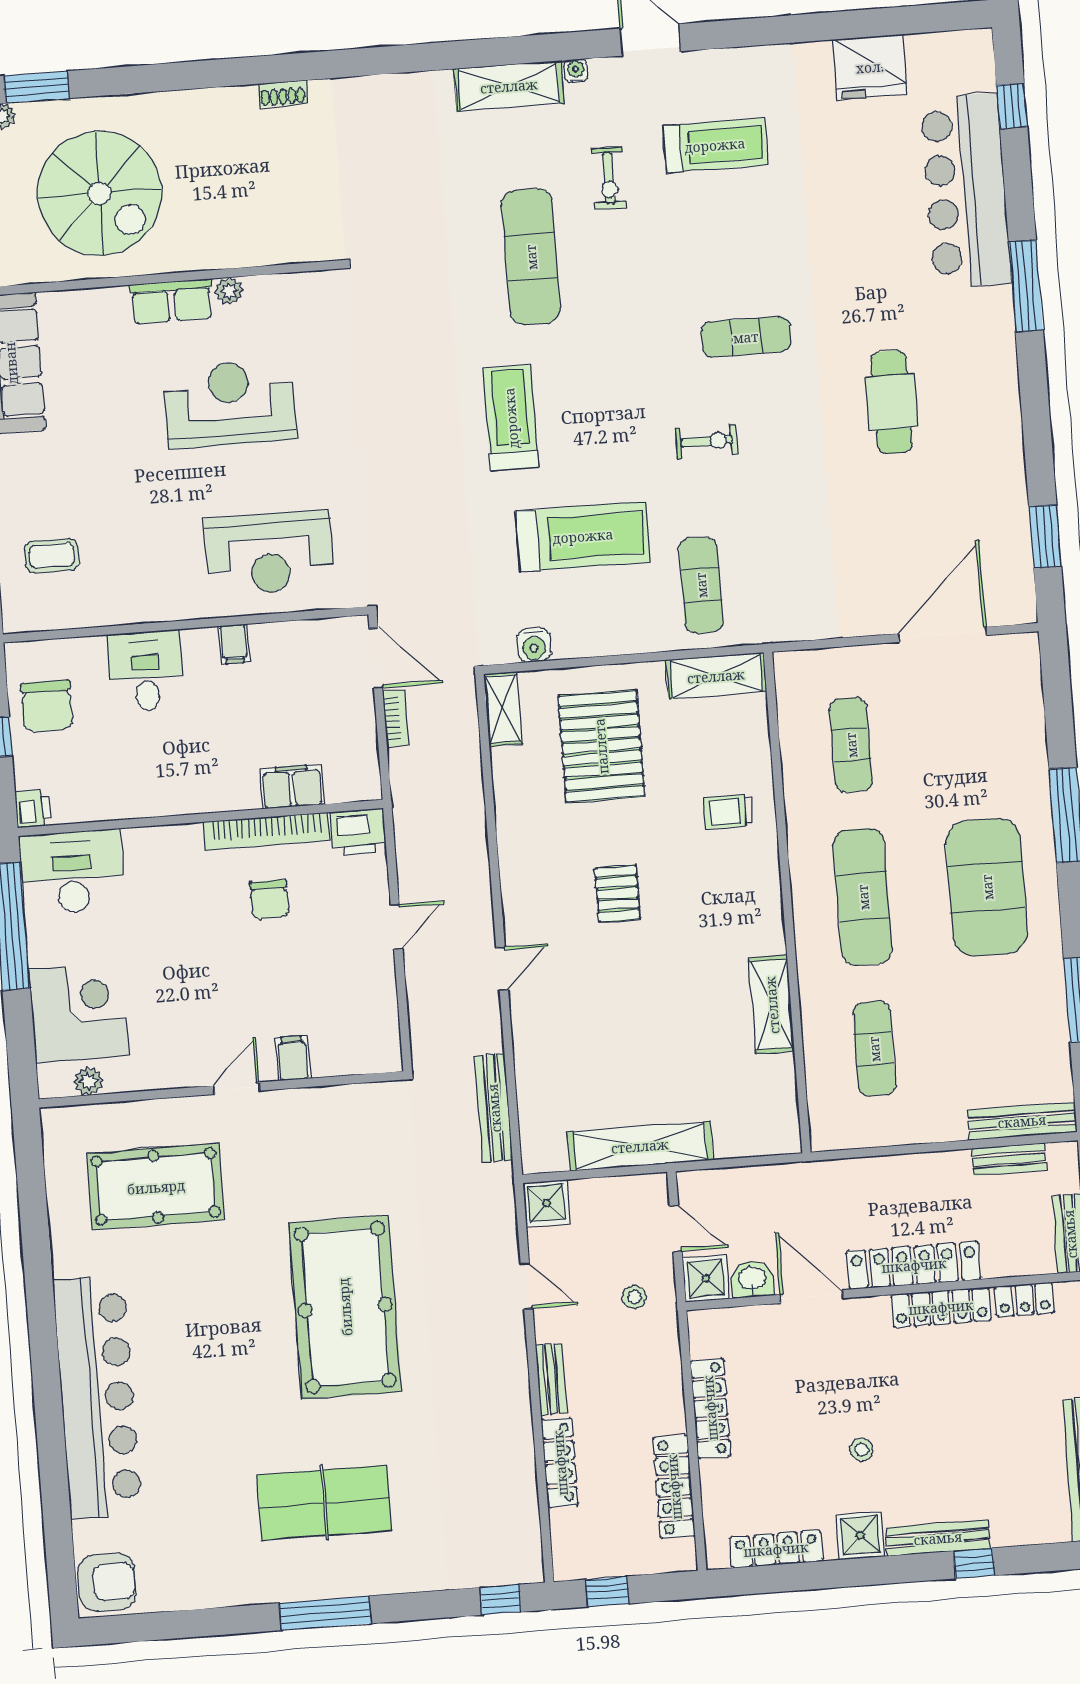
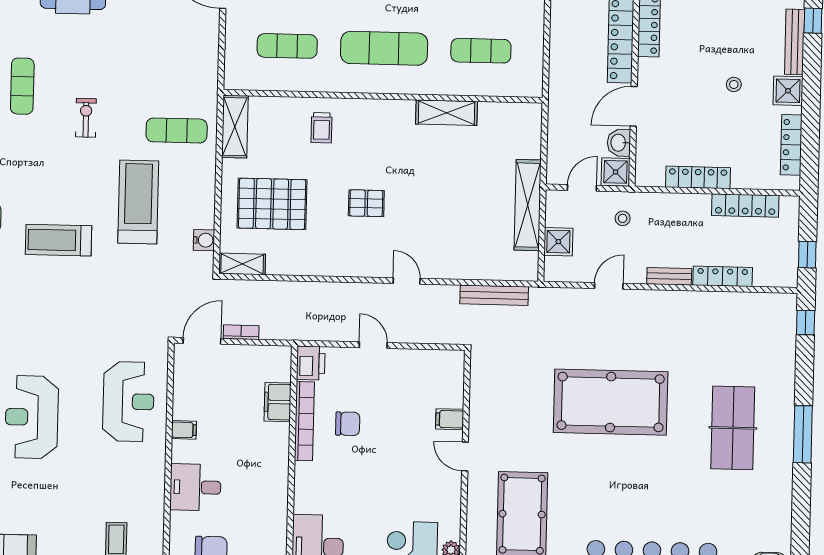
shower: (546, 1203) -> (558, 242), moved

